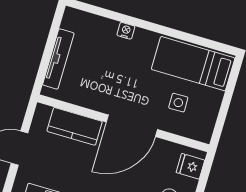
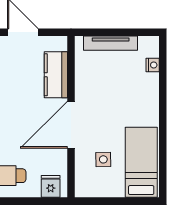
nightstand: (126, 31) -> (153, 65), moved
door: (132, 126) -> (71, 125), hinge flipped

